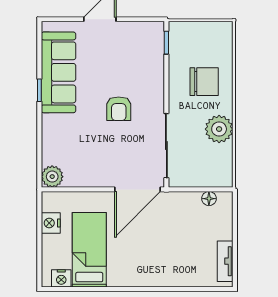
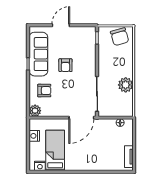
chair: (204, 82) -> (120, 37), moved, turned 74
armchair: (119, 109) -> (65, 65), moved
armchair: (69, 140) -> (44, 91), added

